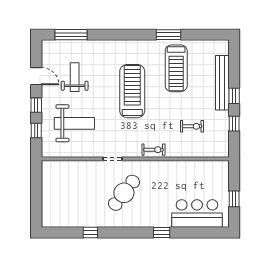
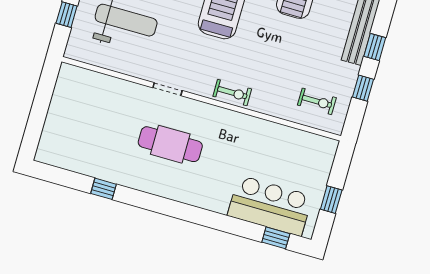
exercise bike: (192, 126) -> (317, 101), moved
cafe table: (124, 193) -> (170, 144), turned 52
window: (162, 232) -> (276, 238), moved

